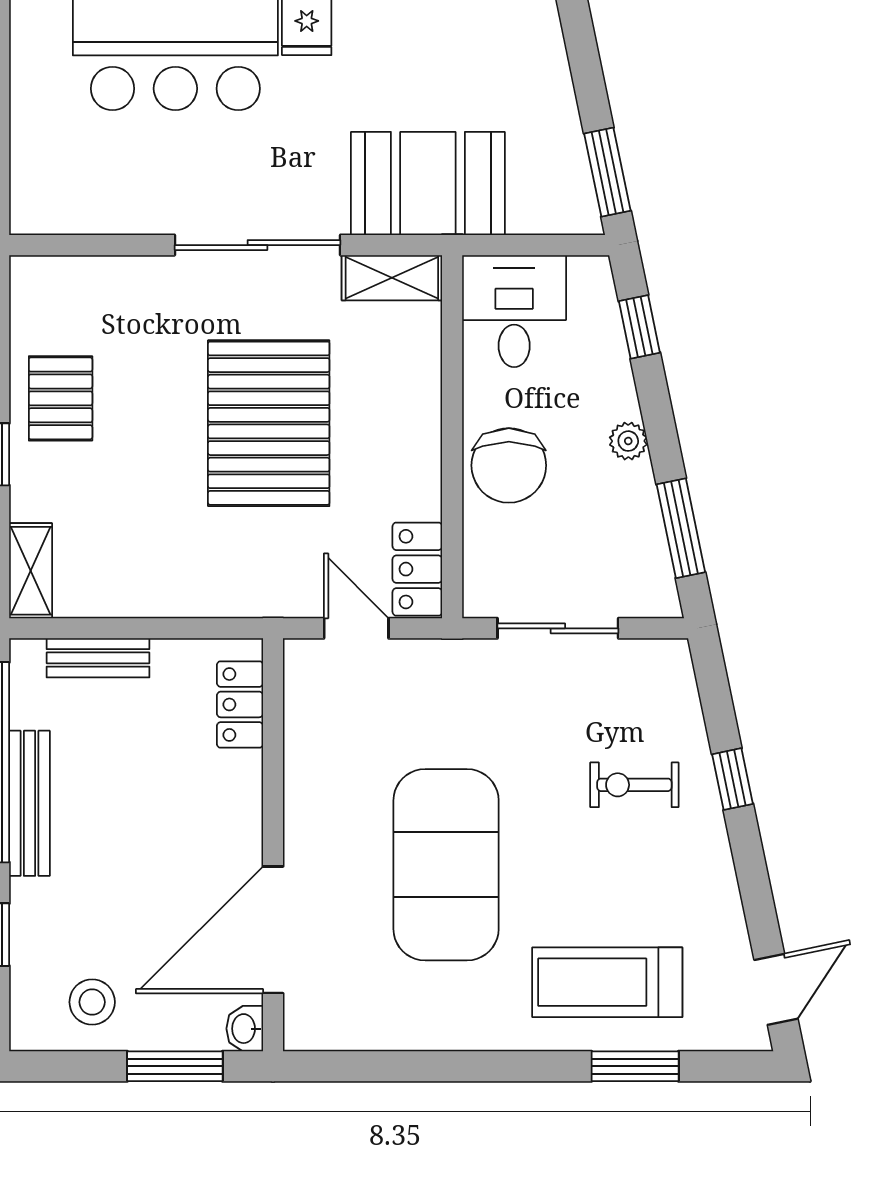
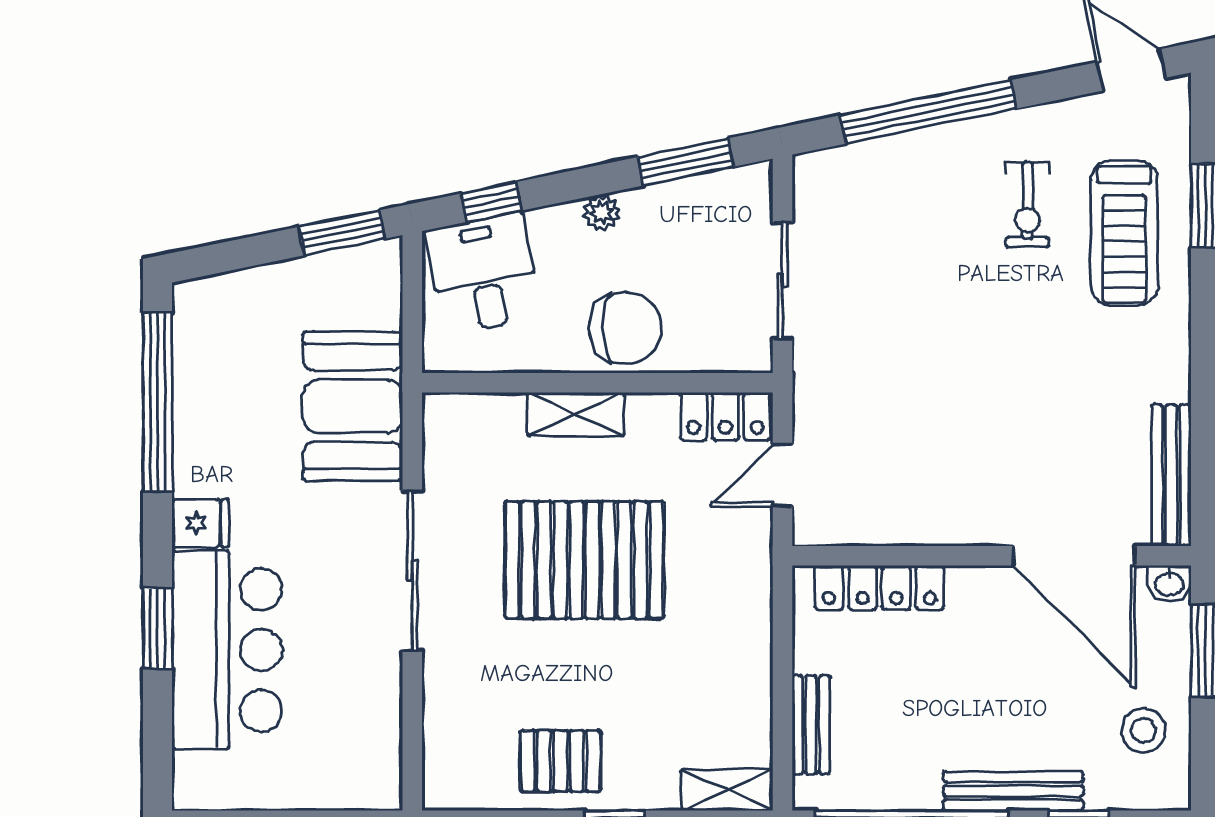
shelving: (392, 278) -> (576, 414), moved, turned 90
desk: (514, 311) -> (484, 273), moved, turned 78
locker: (240, 704) -> (879, 588), width x1.53
window: (733, 779) -> (928, 112), width x3.17
exercise bike: (634, 785) -> (1027, 205), moved
bench: (30, 803) -> (1013, 791), moved
exercise mat: (446, 865) -> (1011, 389), removed
bench: (356, 1031) -> (1171, 475), added

